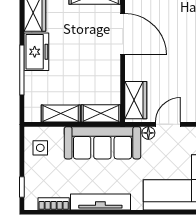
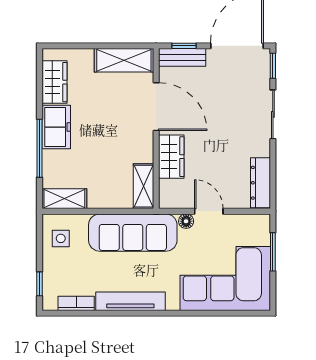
wardrobe: (136, 100) -> (171, 157), moved
shelving: (101, 113) -> (143, 186), moved, turned 90
shelving: (61, 114) -> (64, 199), moved
door: (168, 124) -> (209, 211), hinge flipped

